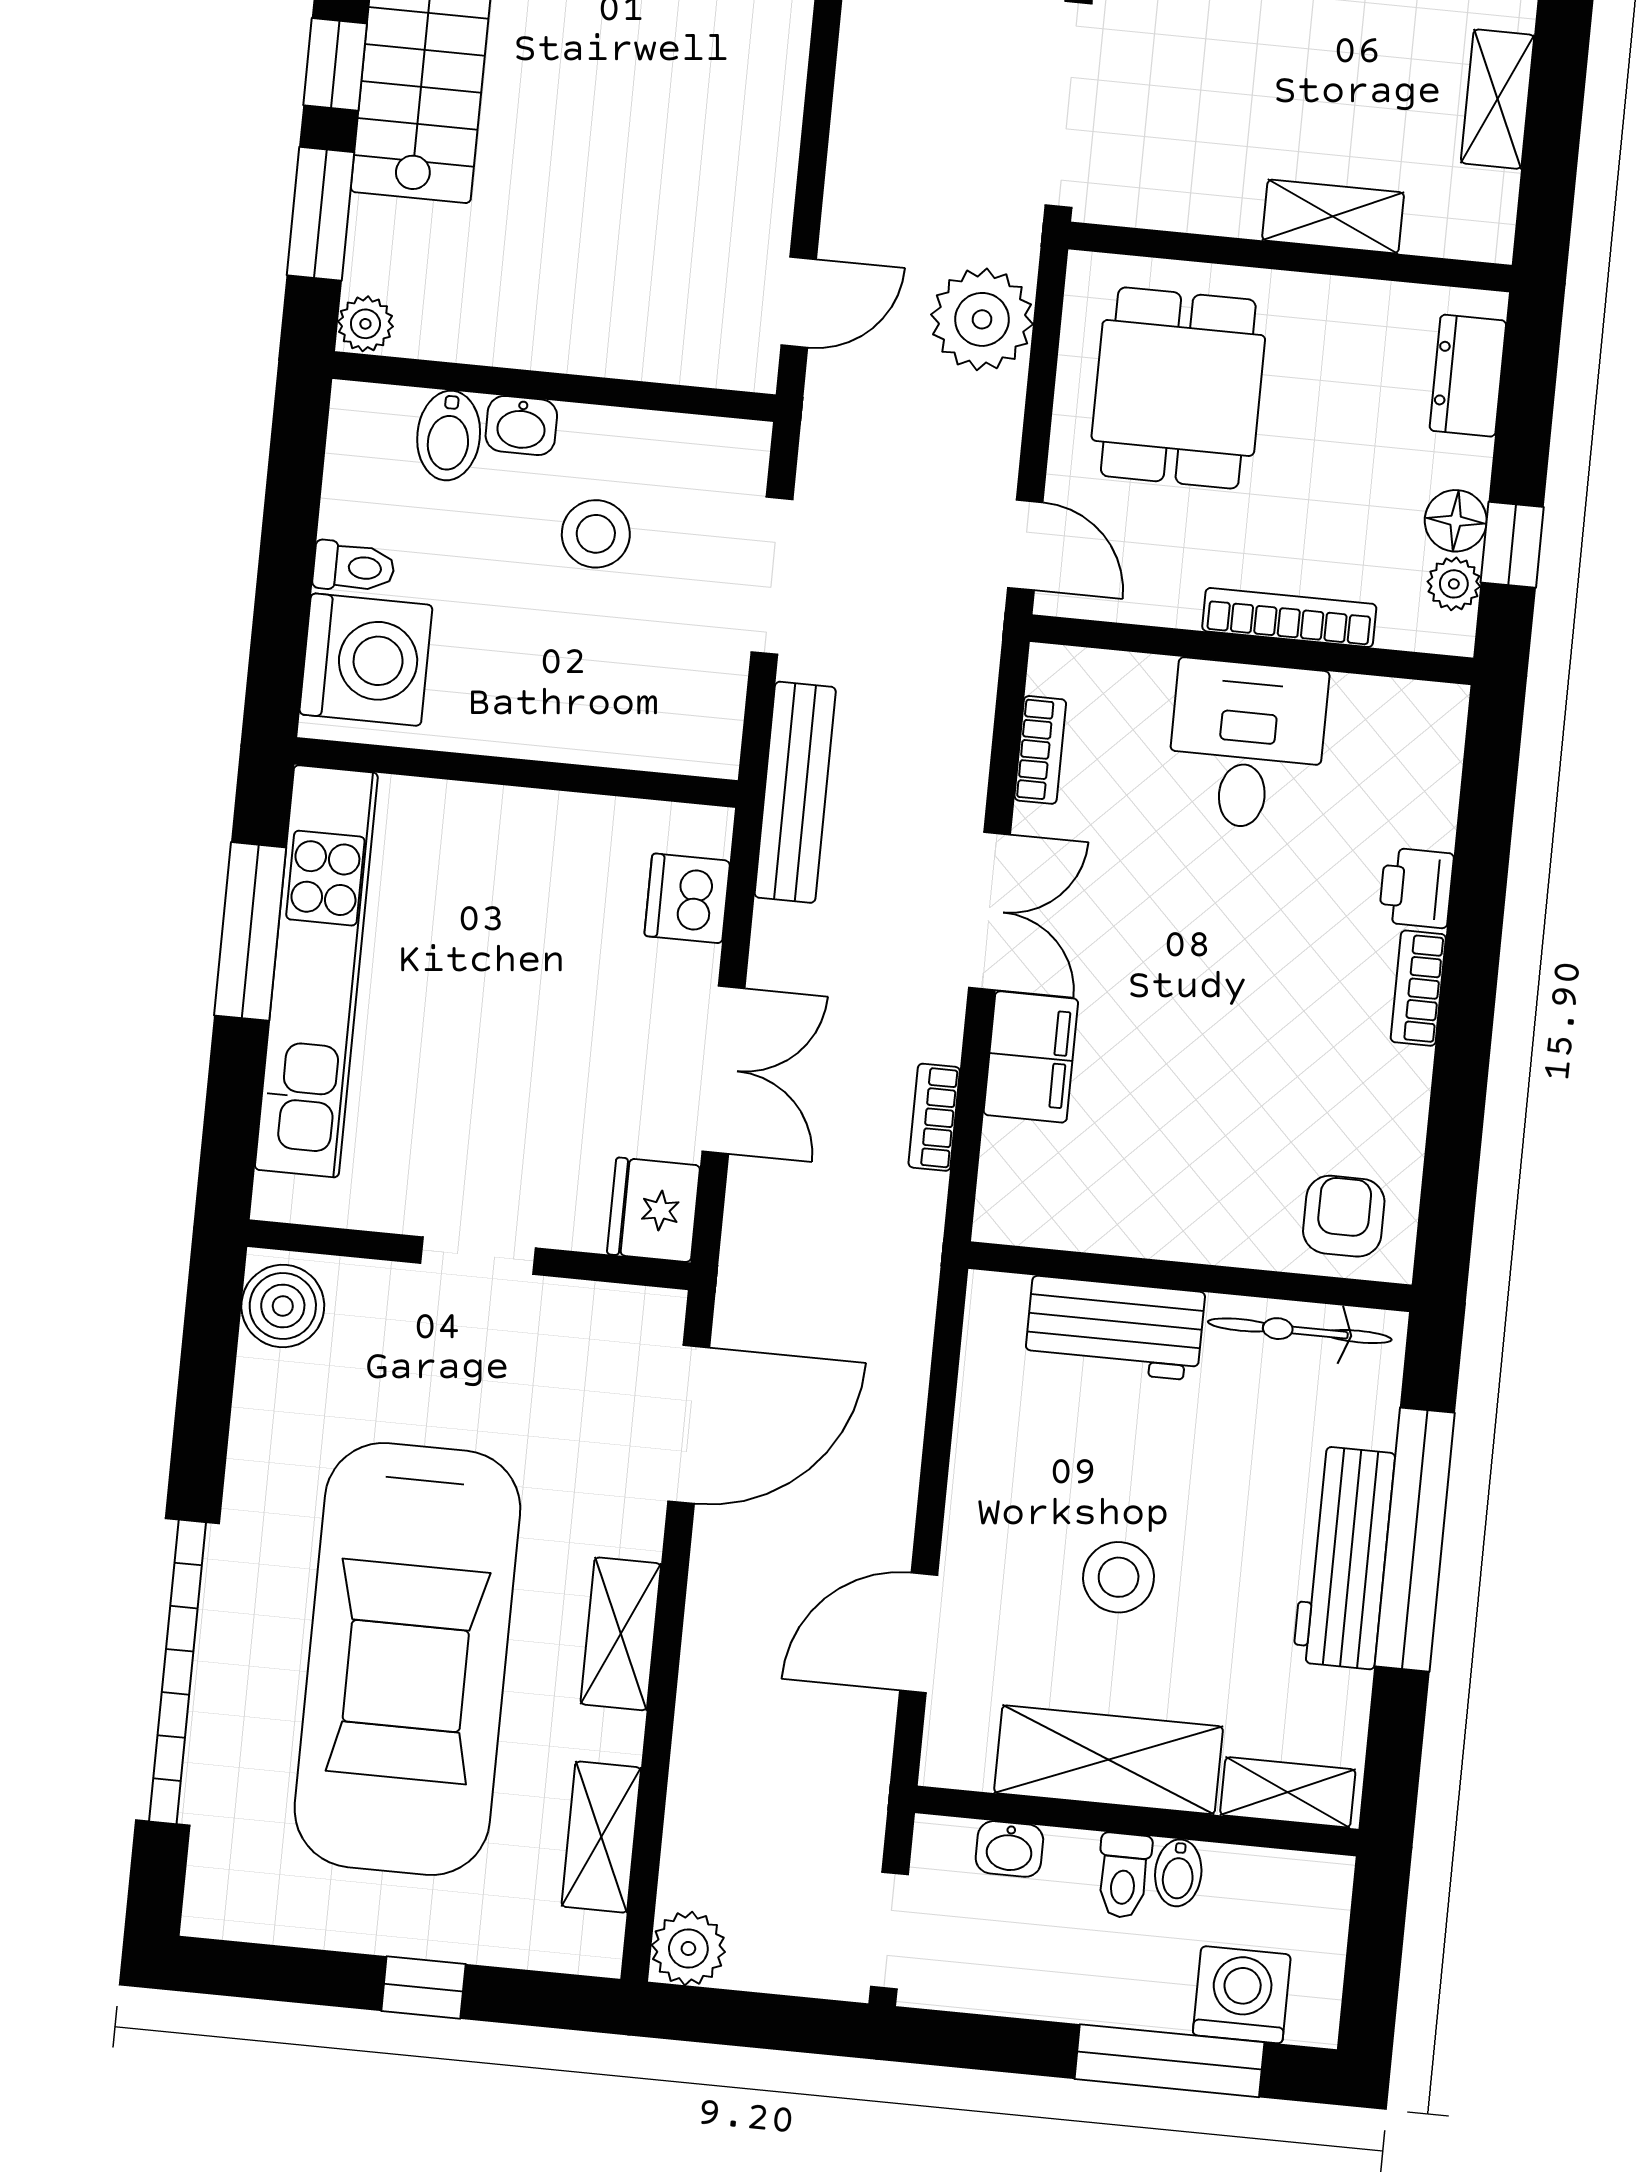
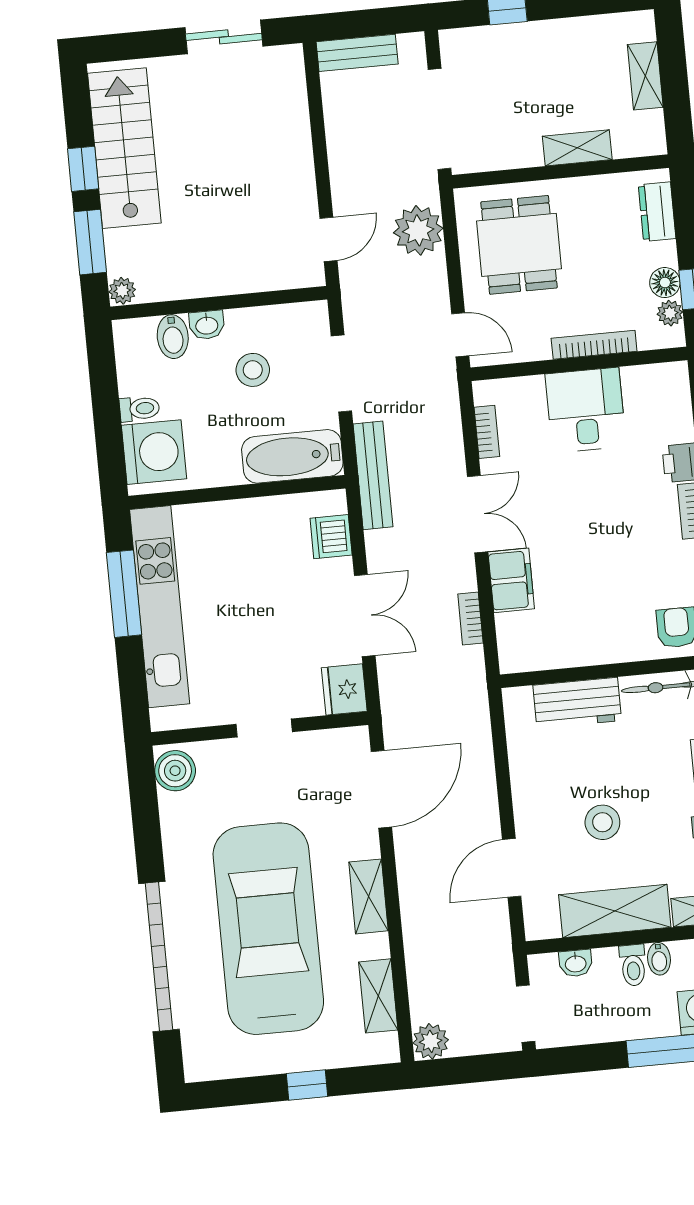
bathtub: (641, 723) -> (292, 456), added
car: (407, 1659) -> (268, 929), turned 180

